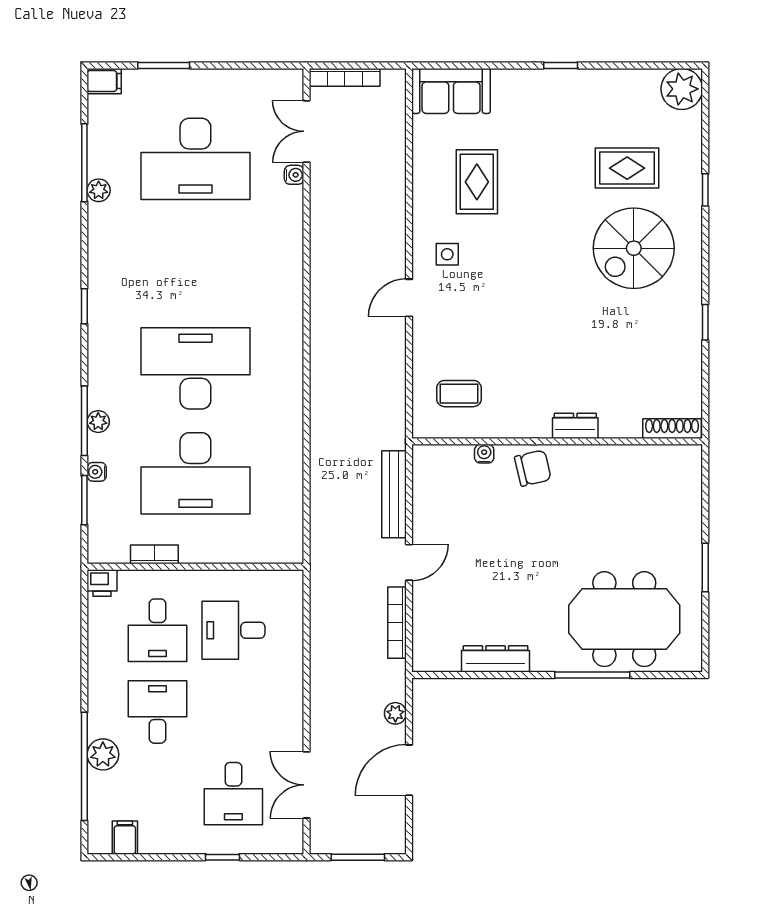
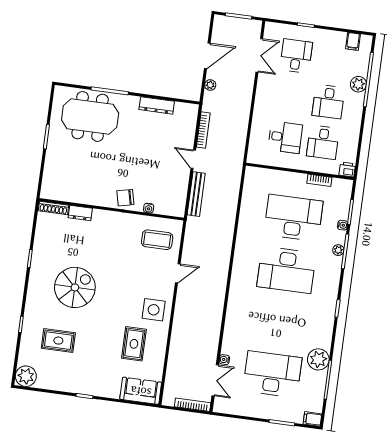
plant: (99, 190) -> (318, 359), width x1.88, depth x1.88
spiral stairs: (634, 248) -> (75, 287), moved
side table: (447, 254) -> (154, 310), width x1.87, depth x1.87
door: (409, 298) -> (178, 273), moved
coffee table: (459, 394) -> (157, 240), width x1.36, depth x1.30
dresser: (575, 426) -> (80, 213), moved
door: (409, 562) -> (193, 159), hinge flipped
desk: (157, 630) -> (323, 142), turned 180

